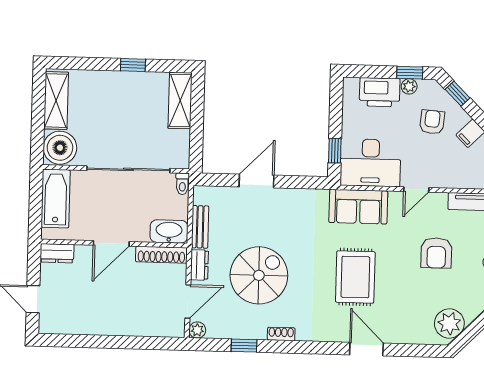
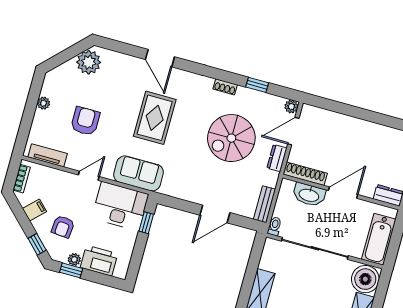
bench: (200, 227) -> (265, 204), moved
washbasin: (169, 231) -> (309, 195), moved

